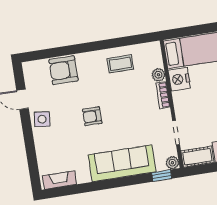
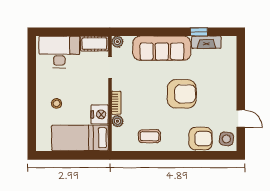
armchair: (92, 116) -> (182, 94), width x1.88, depth x1.88
side table: (42, 119) -> (226, 139), moved
window: (162, 176) -> (199, 32), moved
fireplace: (60, 180) -> (206, 42), moved

